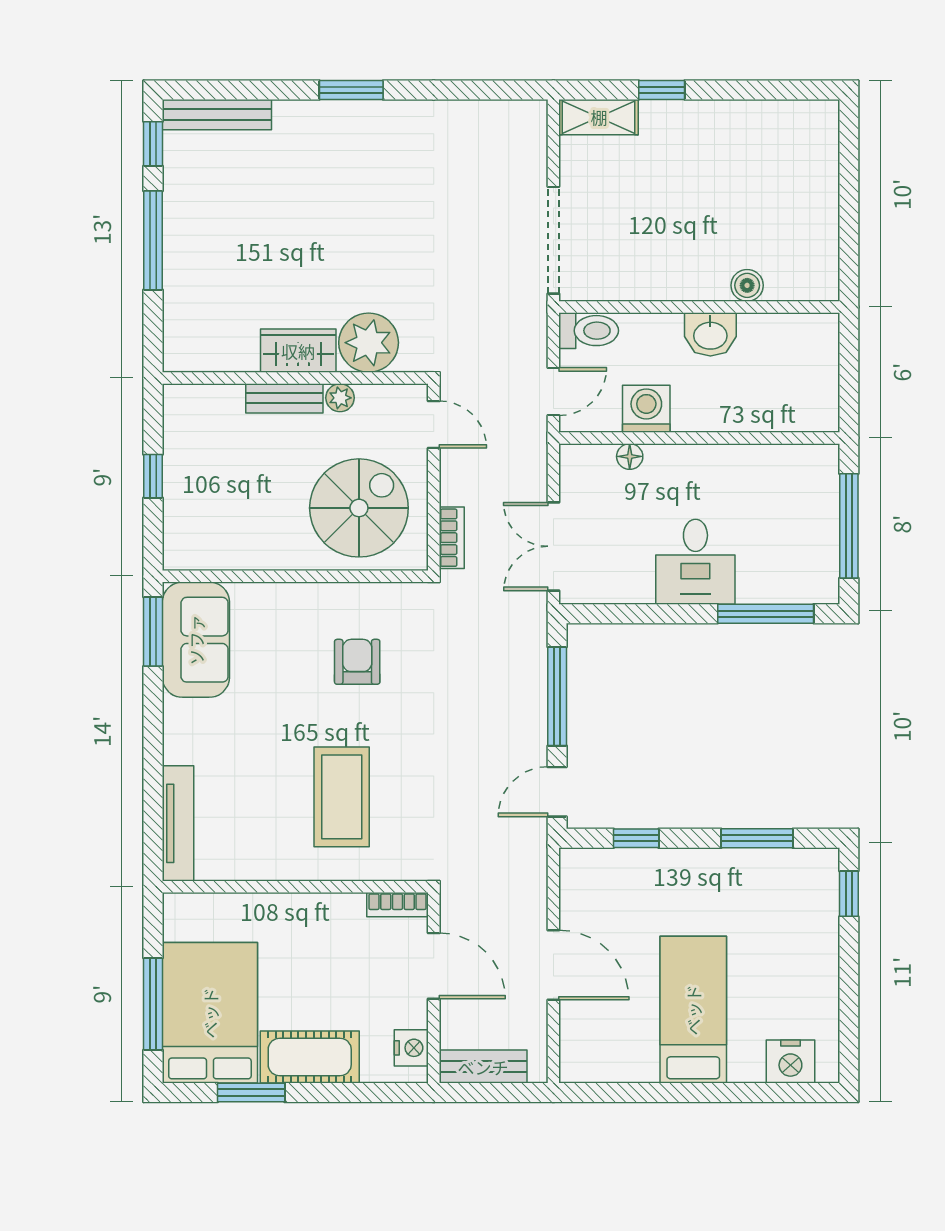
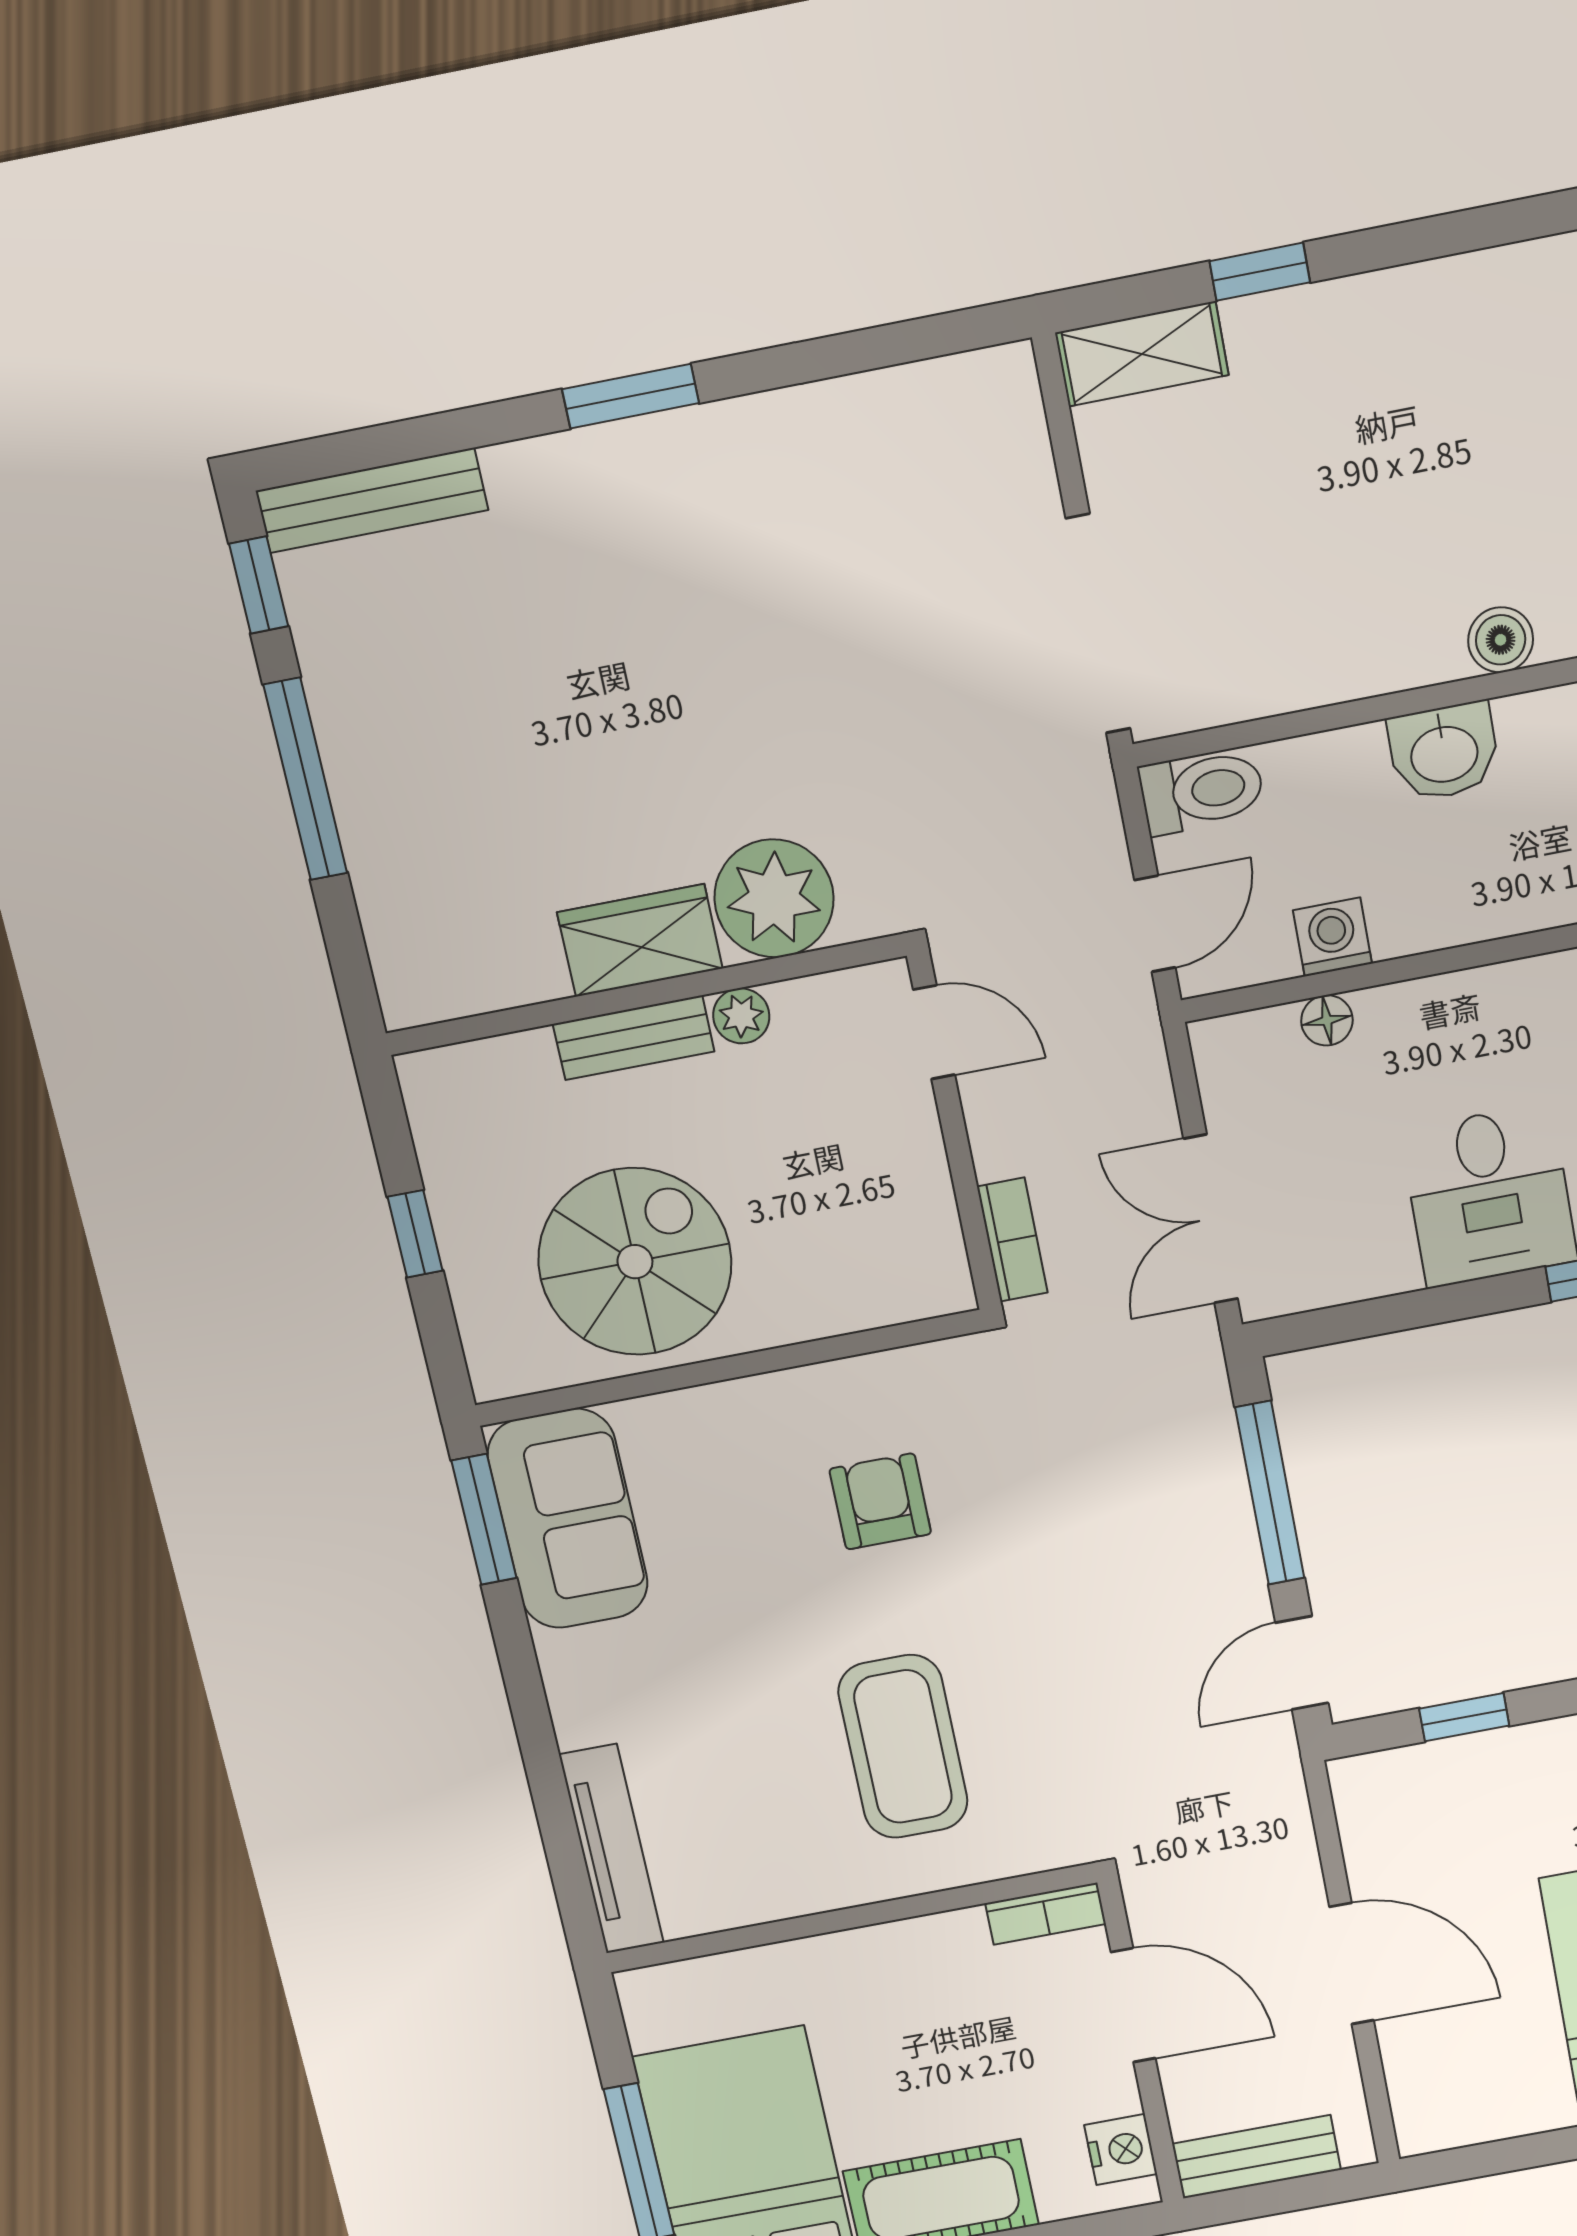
washing machine: (646, 409) -> (1332, 937), width x0.73, depth x0.73
spiral stairs: (359, 508) -> (635, 1262), moved

